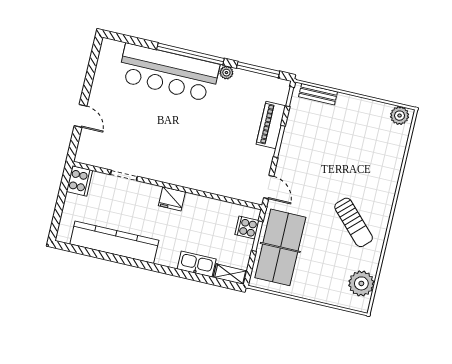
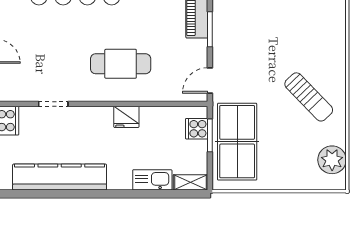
cafe table: (192, 154) -> (121, 64), added
door: (269, 187) -> (210, 80), swing flipped
fridge: (172, 199) -> (126, 117), moved

